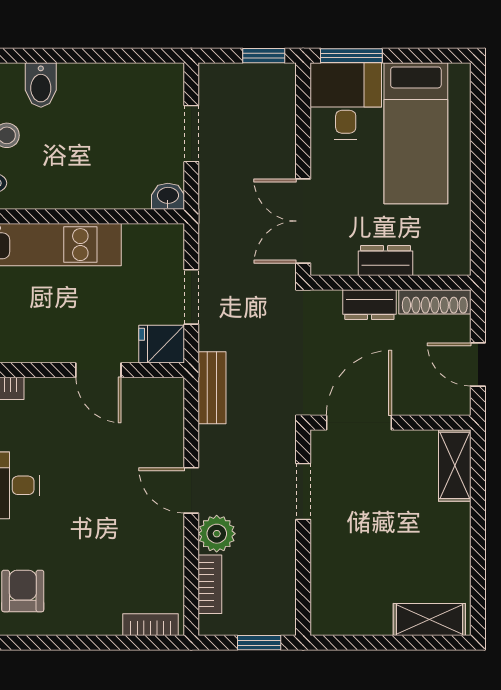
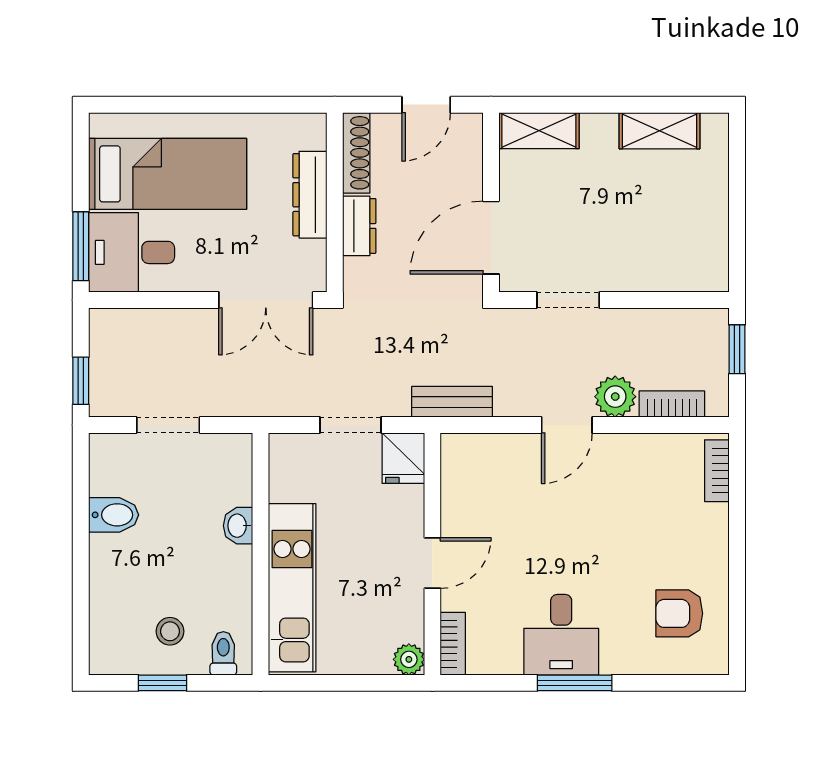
window: (264, 56) -> (81, 381), moved
bidet: (41, 85) -> (114, 515), moved
washbasin: (168, 196) -> (238, 526), moved
dresser: (386, 261) -> (310, 195), width x1.44
door: (98, 370) -> (432, 563), moved
door: (359, 423) -> (491, 238), hinge flipped
shelving: (429, 619) -> (659, 131), moved, turned 90

